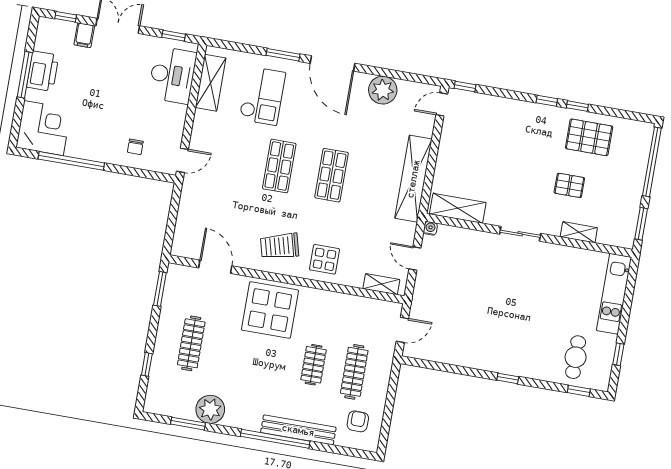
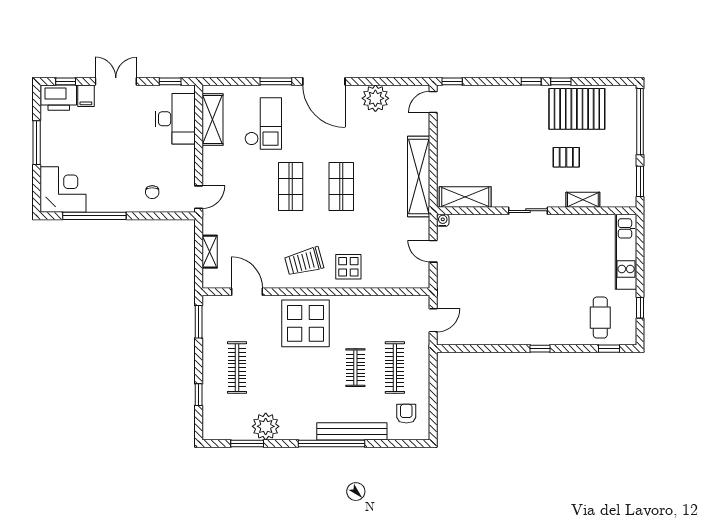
printer: (43, 71) -> (59, 98), moved, turned 90
pallet: (589, 137) -> (577, 109), width x1.37, depth x1.41
shelving: (381, 284) -> (210, 252), moved, turned 90

